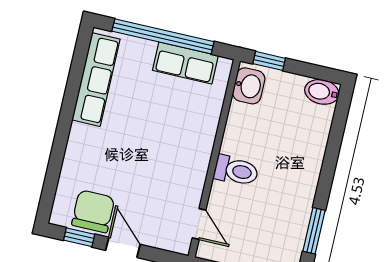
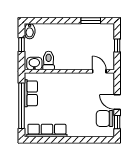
window: (269, 61) -> (21, 45), moved
toilet: (236, 171) -> (49, 60), moved
door: (199, 224) -> (99, 71), hinge flipped
door: (123, 247) -> (117, 102), hinge flipped

